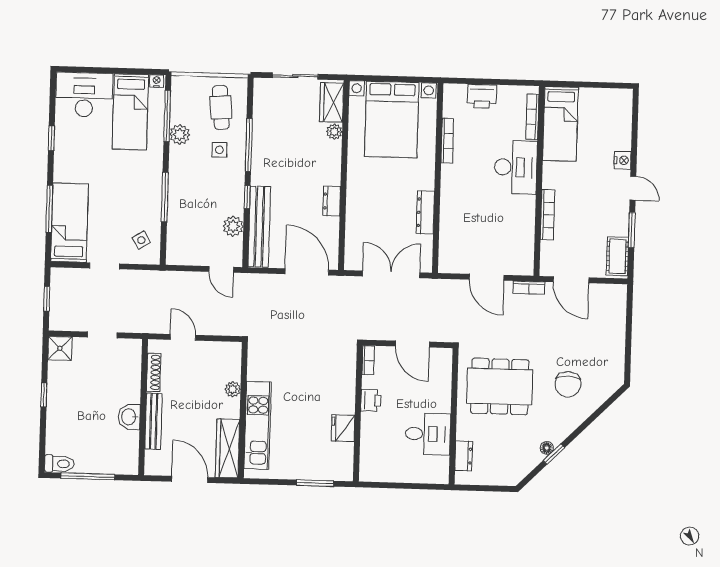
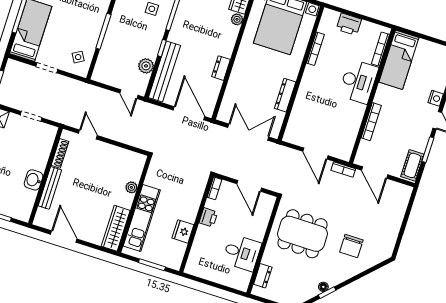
plant: (233, 389) -> (131, 187), moved
wall: (243, 410) -> (134, 204), moved
kitchen unit: (258, 425) -> (142, 218), moved
wardrobe: (227, 448) -> (116, 228), moved

